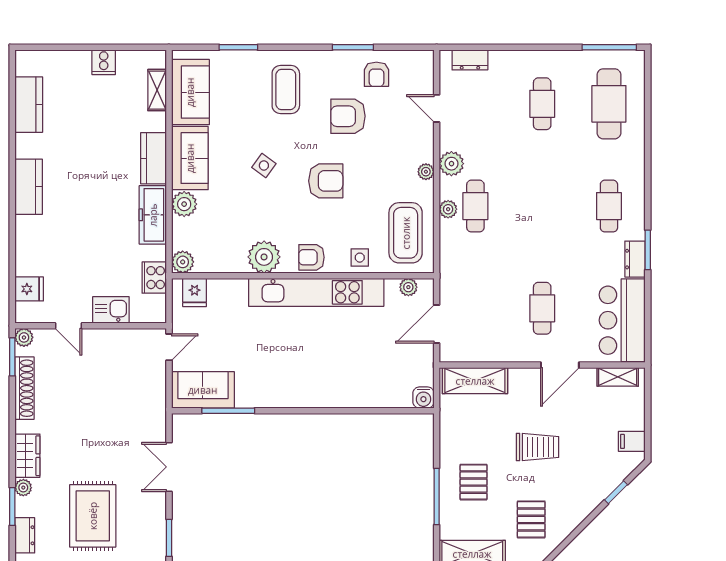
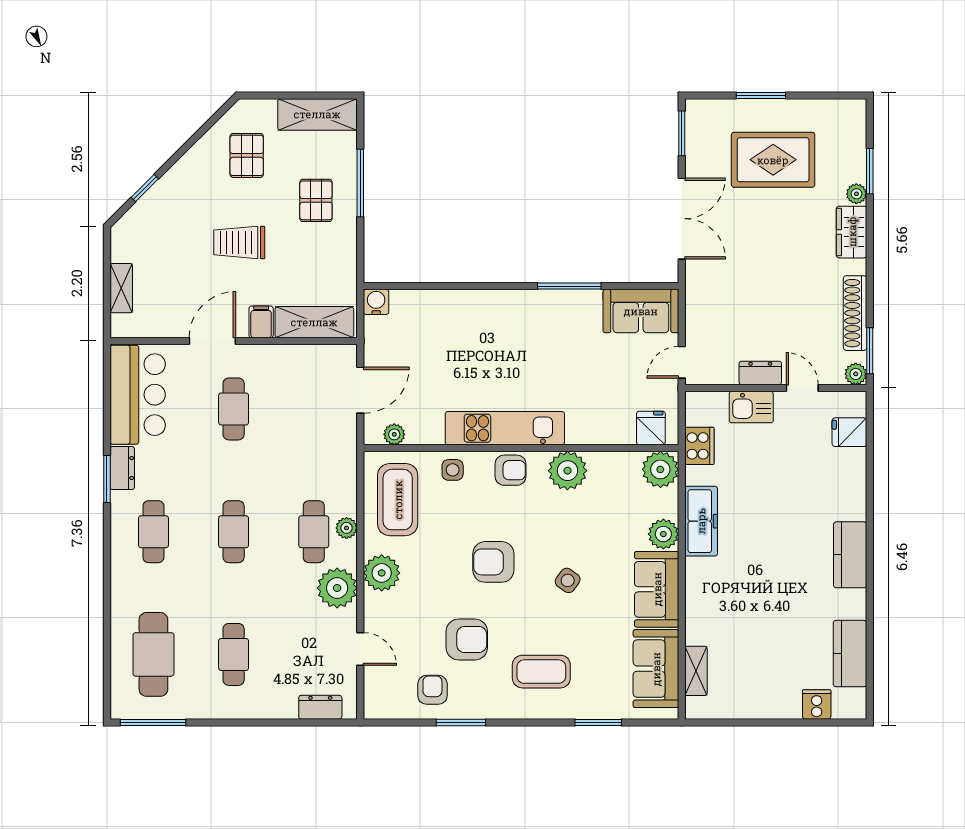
cooker: (104, 62) -> (817, 704), moved
coffee table: (286, 90) -> (541, 672), turned 90
kitchen counter: (153, 158) -> (700, 589), removed
plant: (451, 164) -> (337, 588), width x1.36, depth x1.36
plant: (426, 172) -> (382, 573), width x1.87, depth x1.87
cafe table: (542, 206) -> (234, 532), added
plant: (183, 262) -> (660, 469), width x1.36, depth x1.36
kitchen unit: (316, 292) -> (505, 428), width x0.73
shelving: (618, 377) -> (121, 288), moved, turned 90
window: (228, 411) -> (569, 286), moved
filing cabinet: (632, 441) -> (261, 322), moved, turned -90
double door: (169, 467) -> (682, 219), width x1.37
rug: (93, 516) -> (773, 160), turned 90
dresser: (25, 535) -> (760, 373), moved, turned 90

